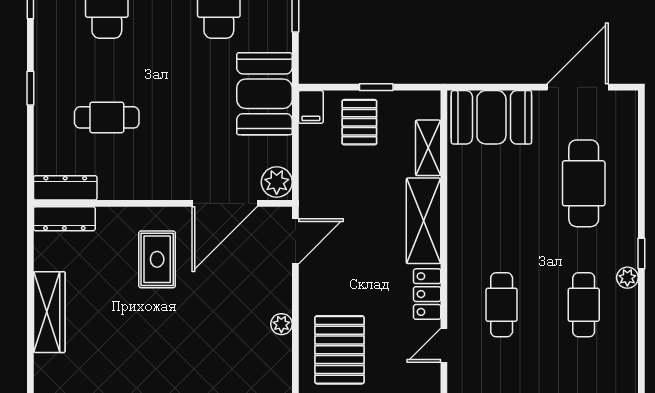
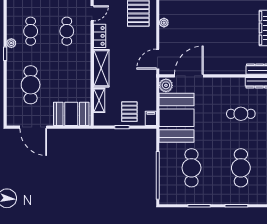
door: (578, 87) -> (33, 127), hinge flipped
booth: (264, 94) -> (176, 118), width x1.36, depth x1.42
rug: (157, 259) -> (219, 51), removed

